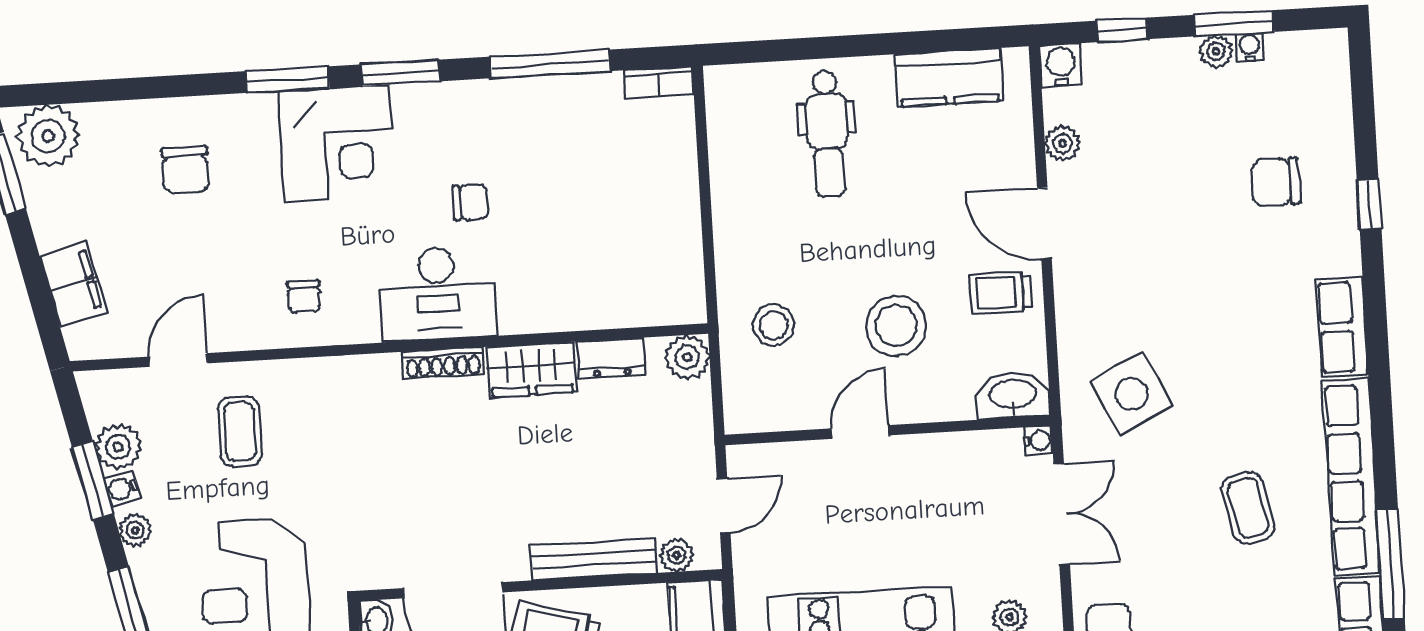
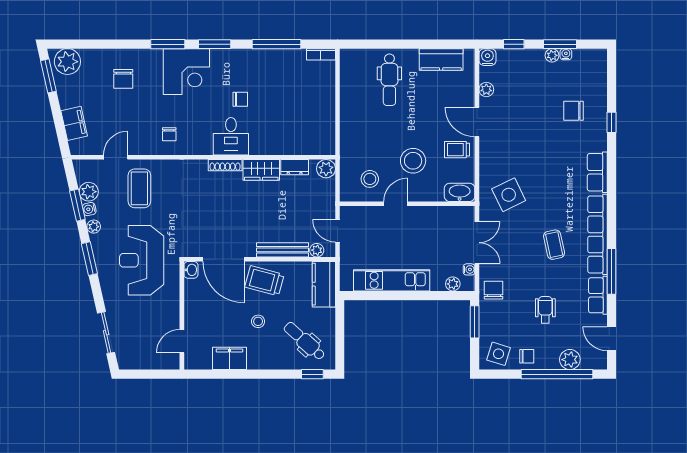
desk: (438, 294) -> (231, 136), width x0.73
stool: (774, 325) -> (370, 179), moved
coffee table: (240, 432) -> (139, 188), width x1.36, depth x1.30
water cooler: (1038, 440) -> (469, 269), moved
door: (724, 506) -> (337, 231), swing flipped

